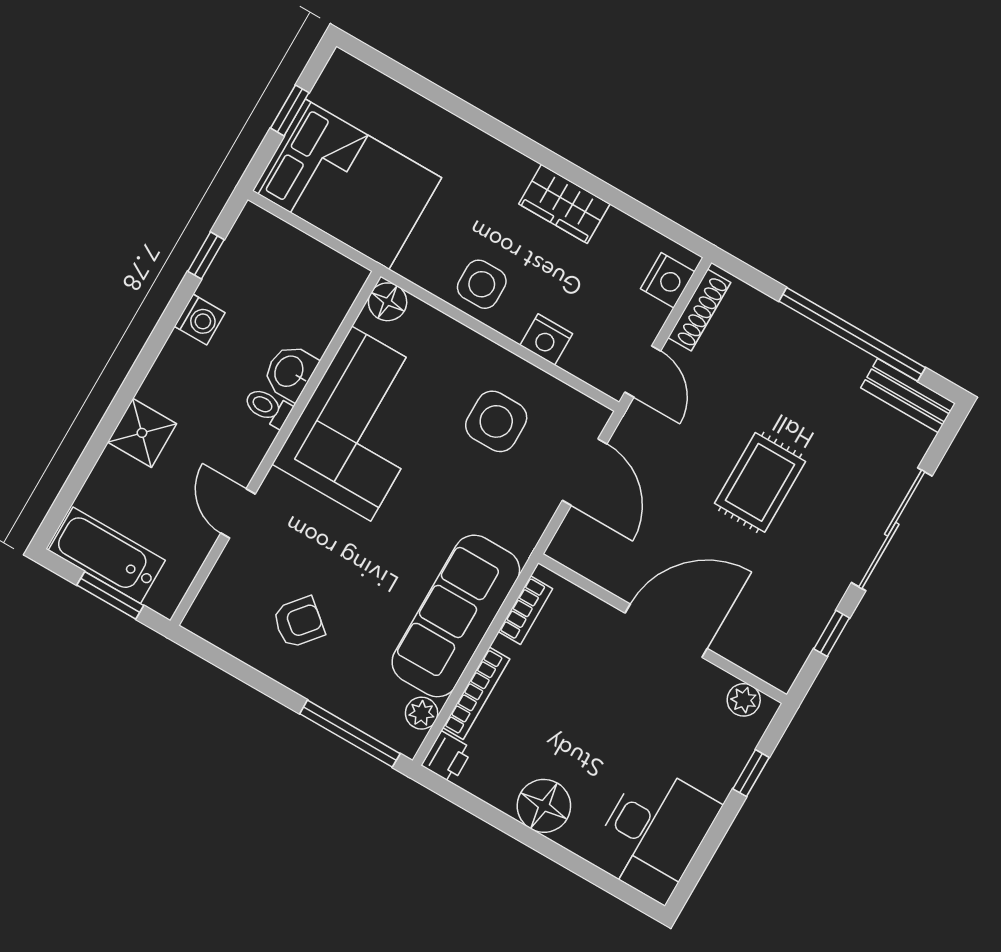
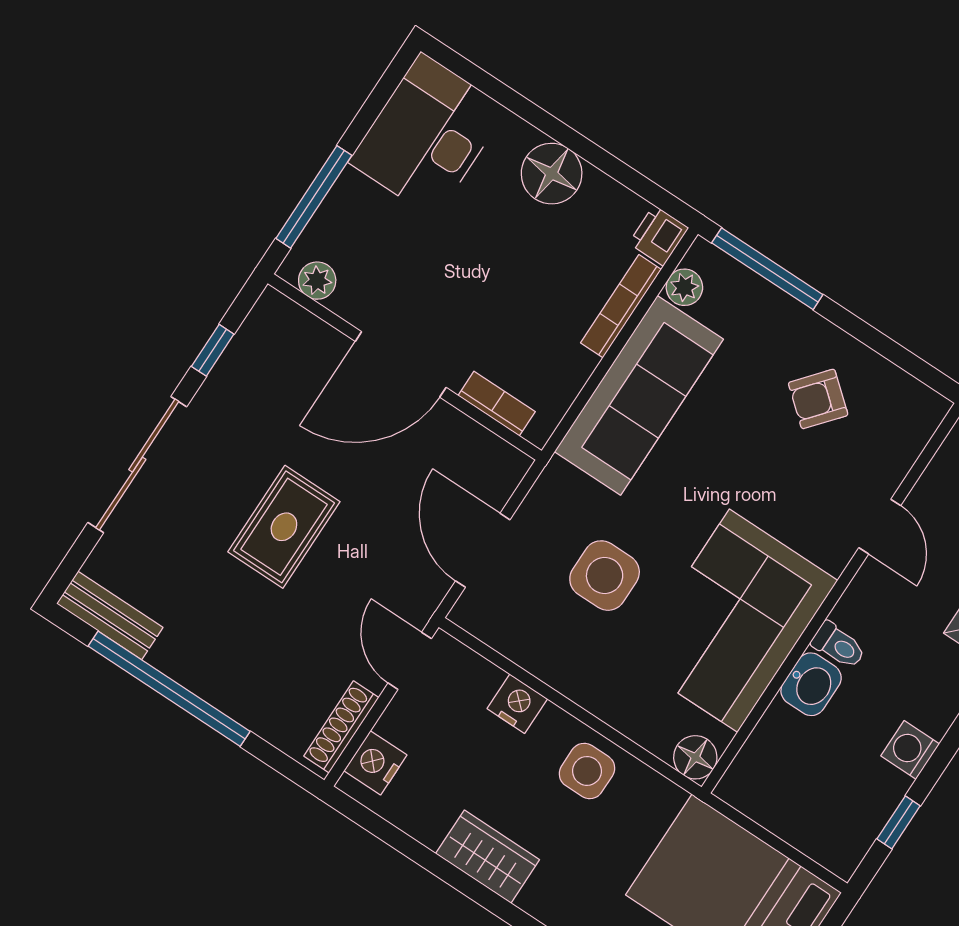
side table: (496, 421) -> (605, 576), moved
bookcase: (525, 610) -> (497, 404), moved, turned 90
window: (751, 773) -> (314, 197), width x2.17

